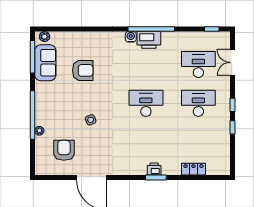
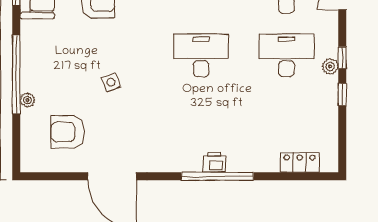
plant: (225, 110) -> (330, 66), added
armchair: (64, 150) -> (68, 132), turned -90
locker: (193, 169) -> (300, 162), moved
window: (156, 178) -> (217, 176), width x2.11

